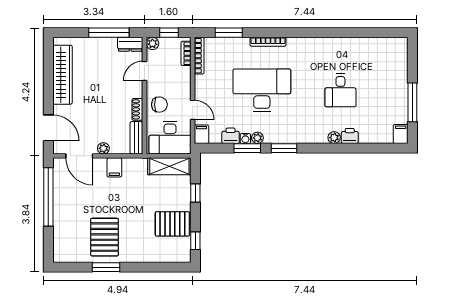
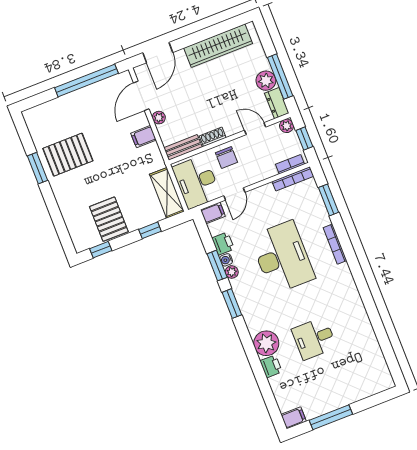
plant: (108, 46) -> (266, 81), added
plant: (334, 138) -> (266, 343), width x1.88, depth x1.88

